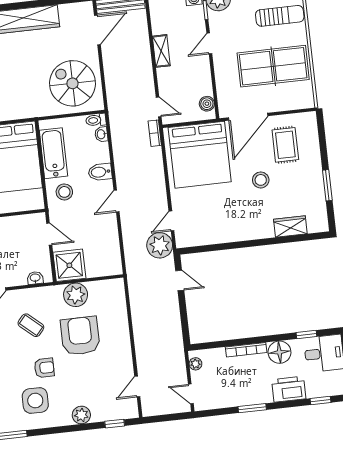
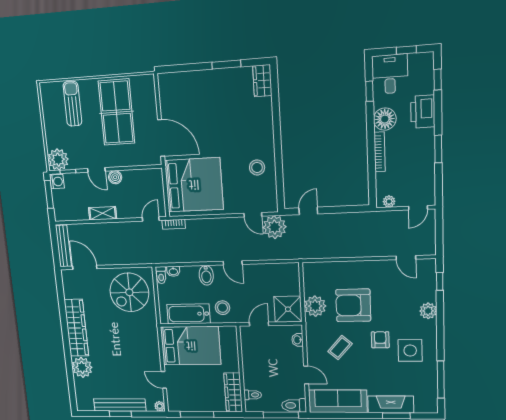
boiler: (207, 104) -> (115, 177), moved
rug: (285, 145) -> (187, 104), removed
stool: (261, 180) -> (257, 167), moved
wardrobe: (290, 226) -> (262, 81), moved

